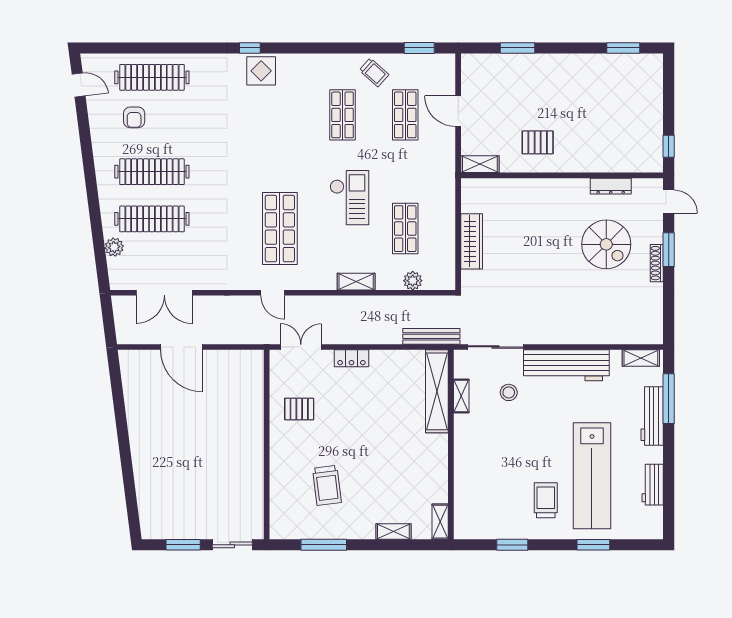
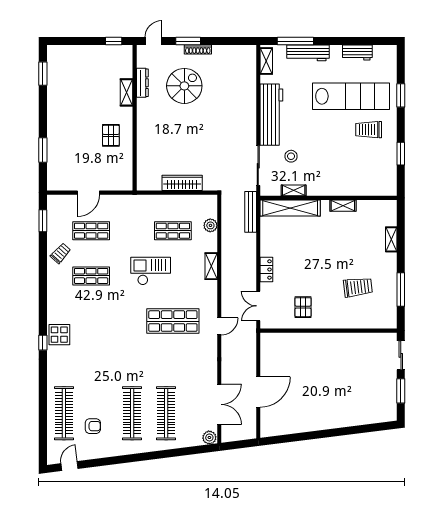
shelving: (480, 164) -> (127, 92), moved
plant: (114, 247) -> (209, 438), moved
shelving: (440, 522) -> (343, 206), moved

